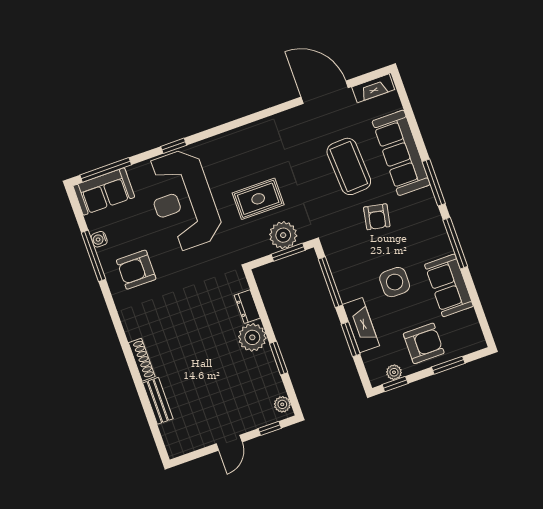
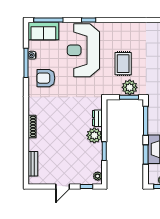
rug: (258, 199) -> (123, 64), turned 90
bench: (158, 401) -> (33, 164), moved

